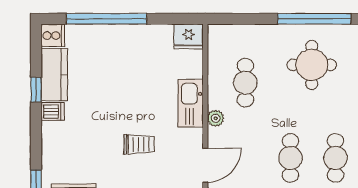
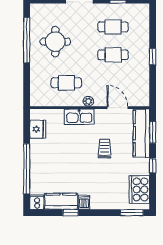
fridge: (189, 37) -> (38, 129), moved

